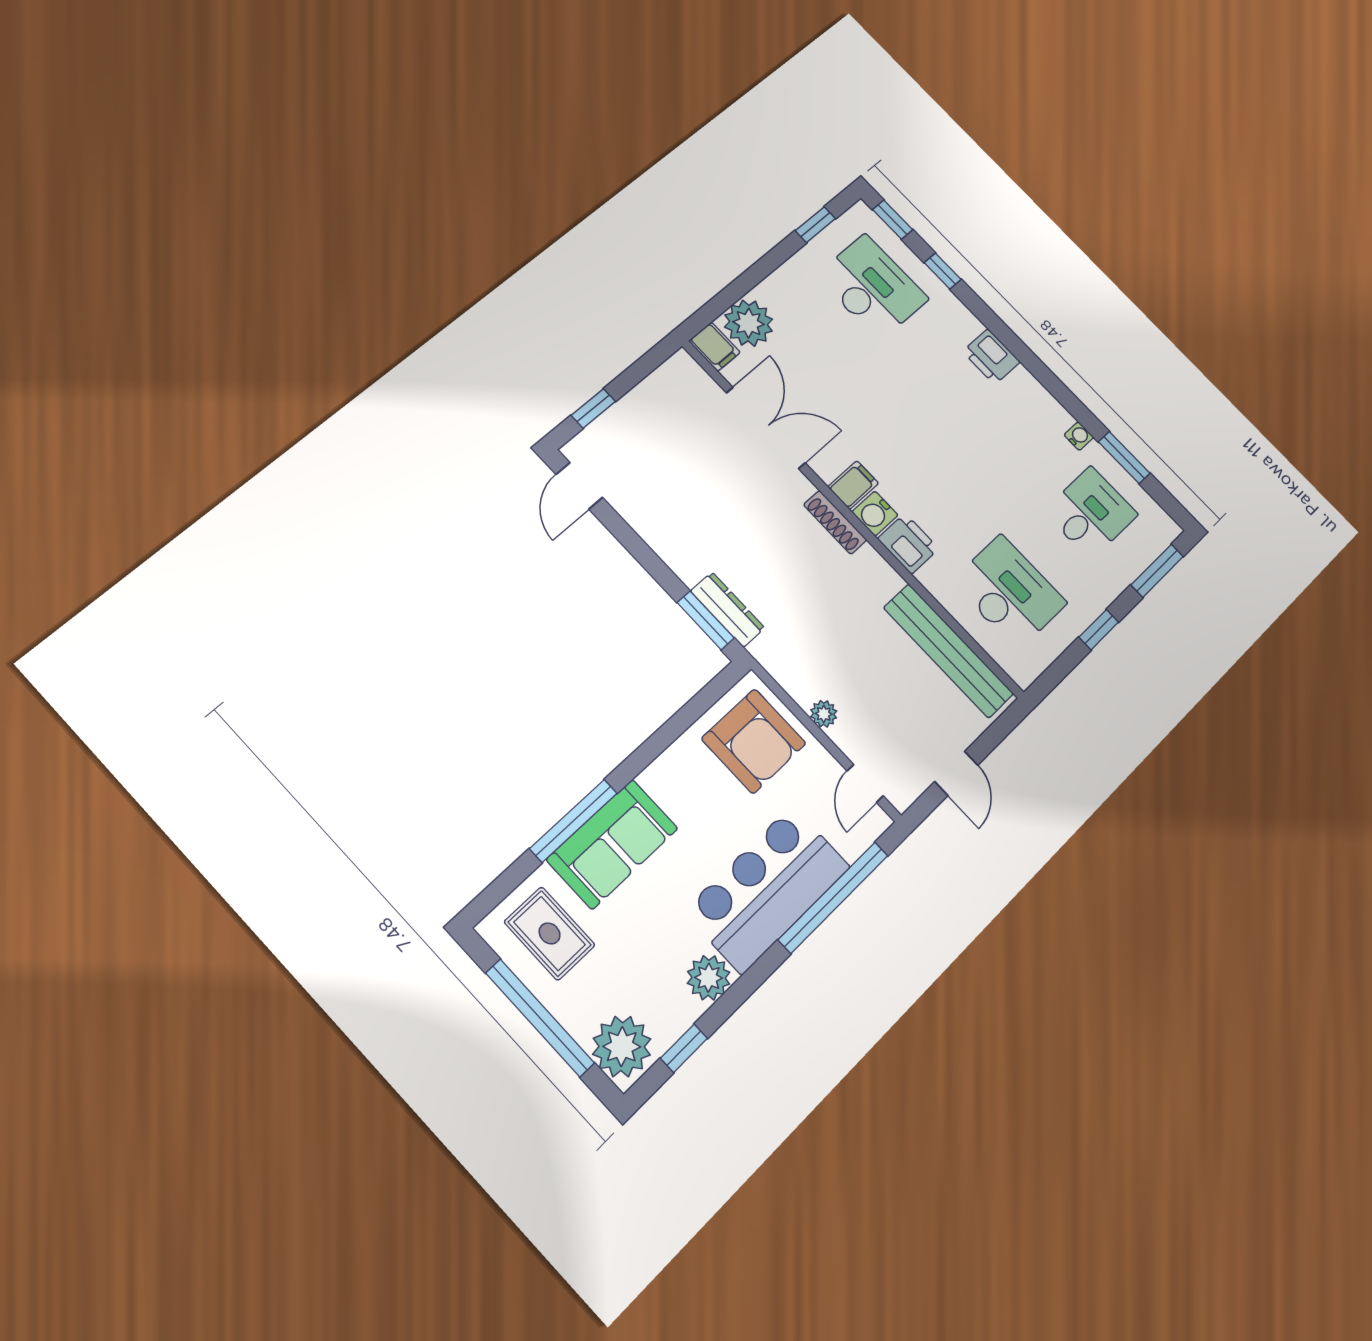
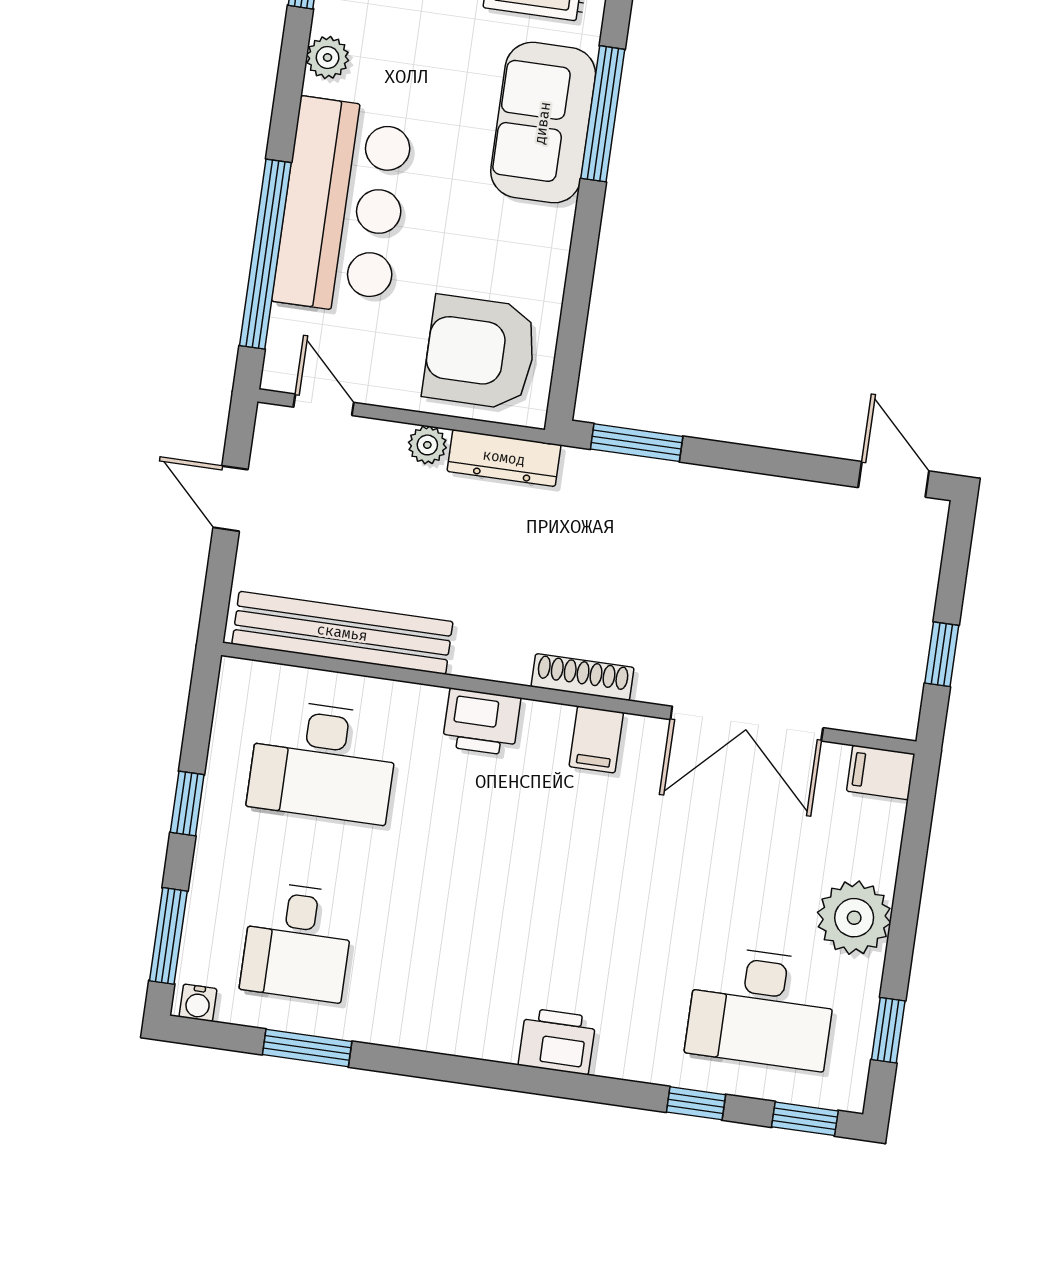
plant: (749, 323) -> (854, 918), moved
window: (593, 408) -> (942, 654), moved
water cooler: (1079, 436) -> (198, 1003), moved
water cooler: (875, 514) -> (546, 726), removed
dresser: (728, 609) -> (504, 458), moved
plant: (709, 978) -> (328, 57), width x0.73, depth x0.73

